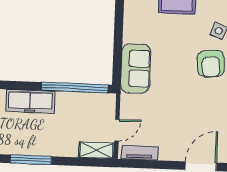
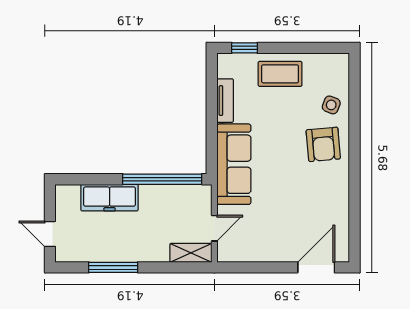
sofa: (136, 68) -> (234, 164), width x1.36
tv unit: (140, 153) -> (225, 101), moved, turned 90

